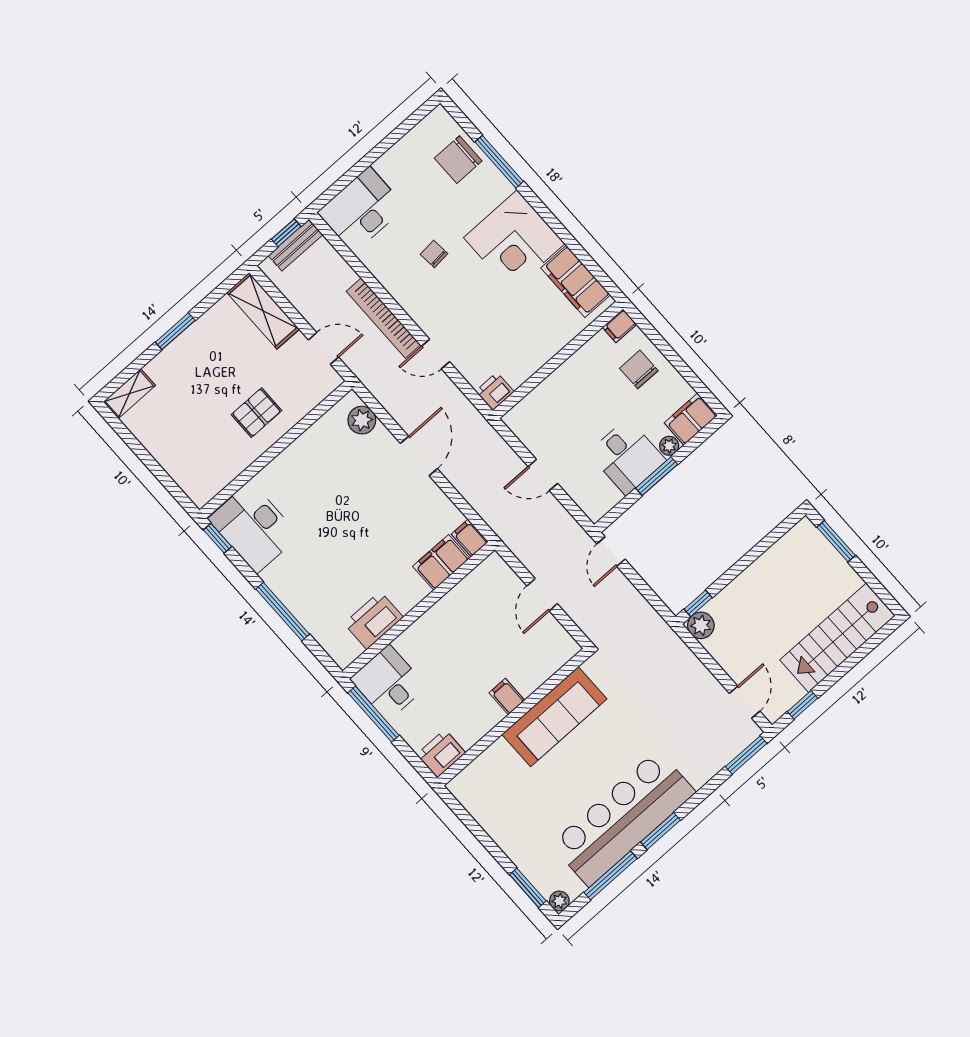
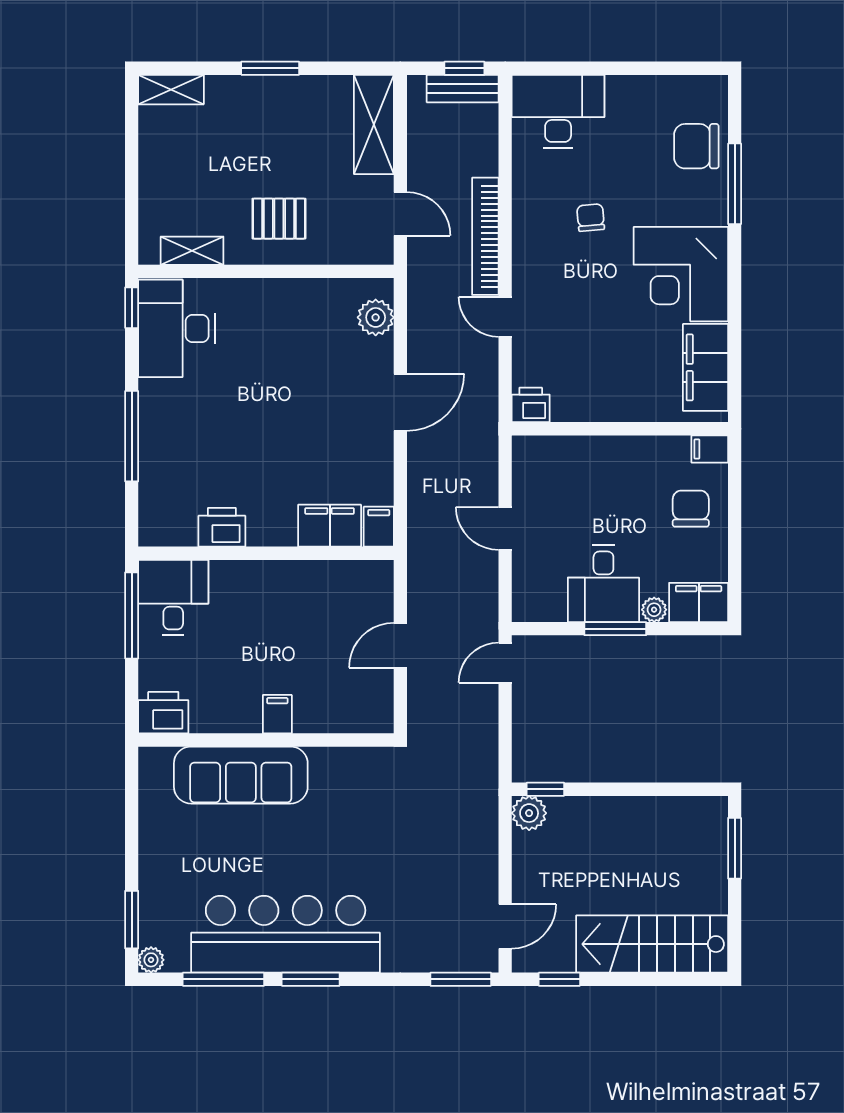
shelving: (223, 475) -> (192, 251), added
printer: (374, 620) -> (222, 527), width x0.73, depth x0.84
sofa: (554, 717) -> (241, 775), moved

